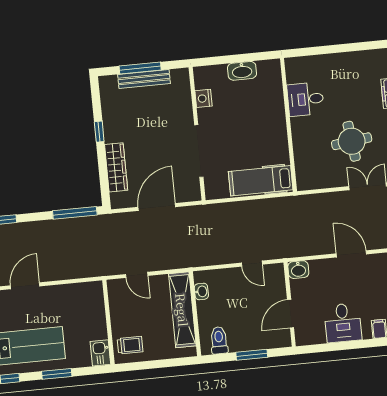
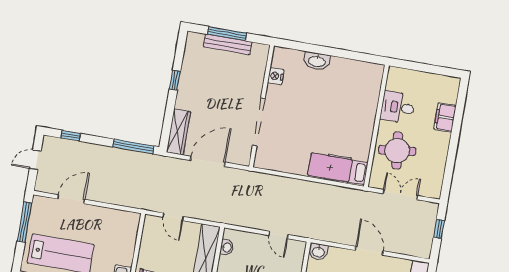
desk: (305, 99) -> (398, 107), moved
wall: (289, 125) -> (376, 126), moved
wardrobe: (116, 167) -> (178, 132), moved
hospital bed: (261, 181) -> (338, 169), moved

